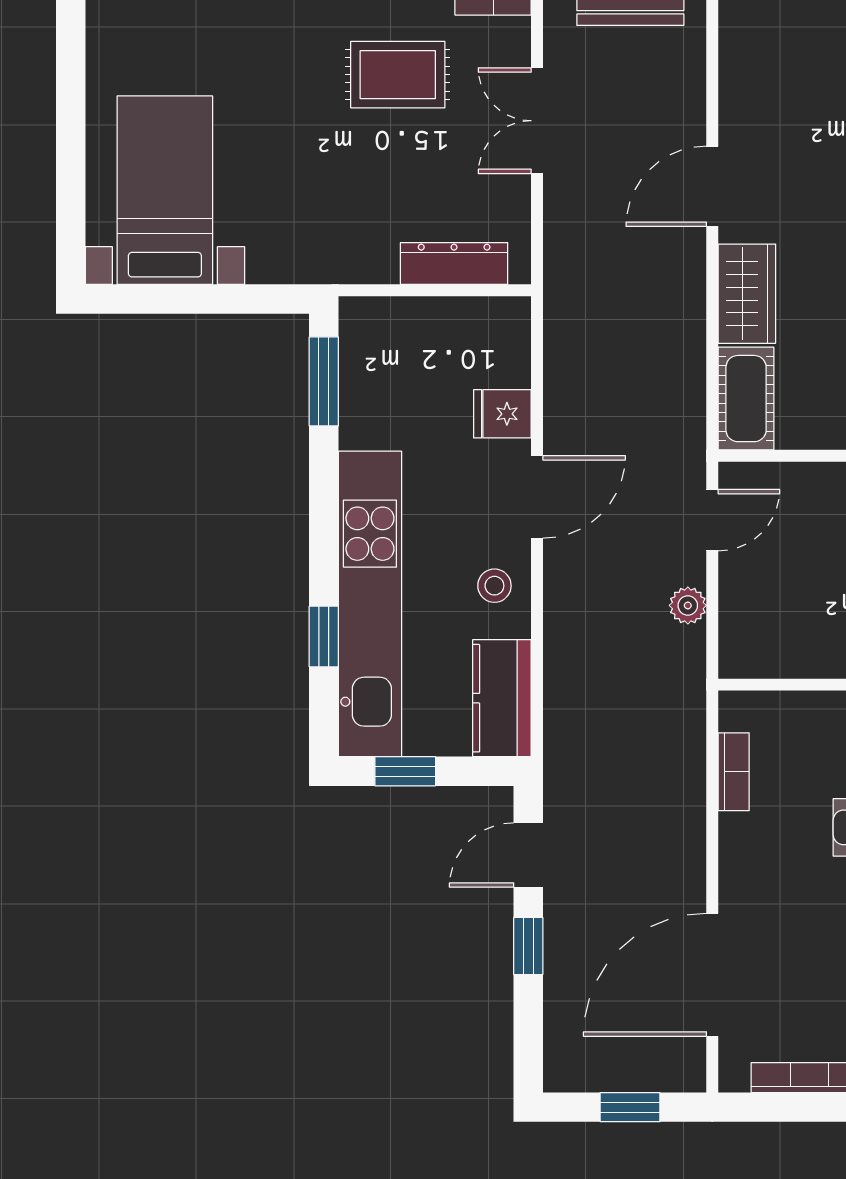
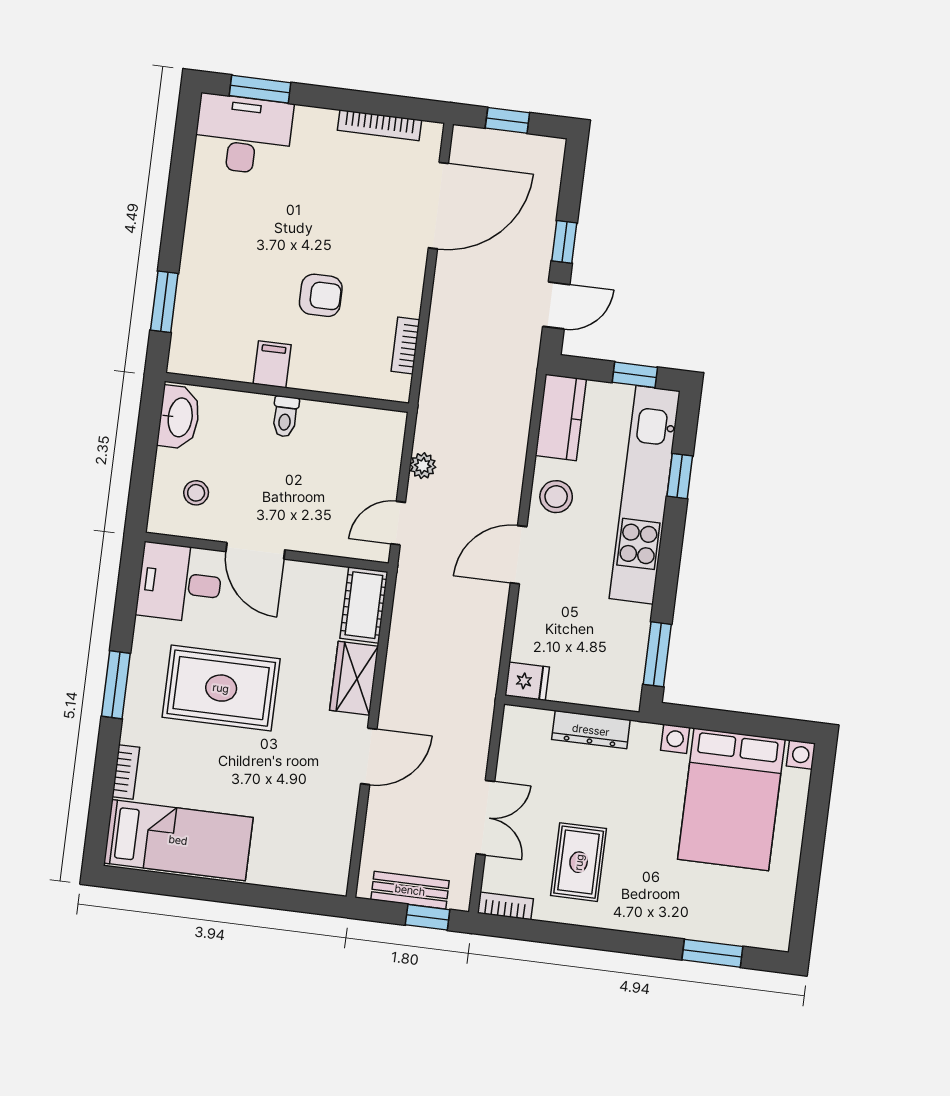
rug: (398, 75) -> (579, 862), turned 90
bed with nightstands: (165, 190) -> (731, 799), width x1.36
dresser: (454, 263) -> (591, 730), moved
fridge: (502, 414) -> (527, 681), moved
stool: (494, 586) -> (556, 497), width x1.37, depth x1.37

